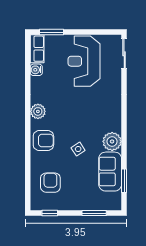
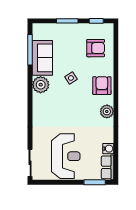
armchair: (43, 140) -> (102, 86), turned 90
window: (124, 181) -> (30, 50), width x1.44
armchair: (50, 183) -> (96, 48), turned -90
window: (94, 213) -> (67, 21), moved

